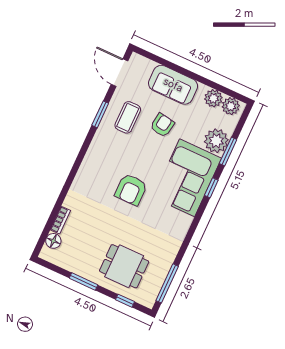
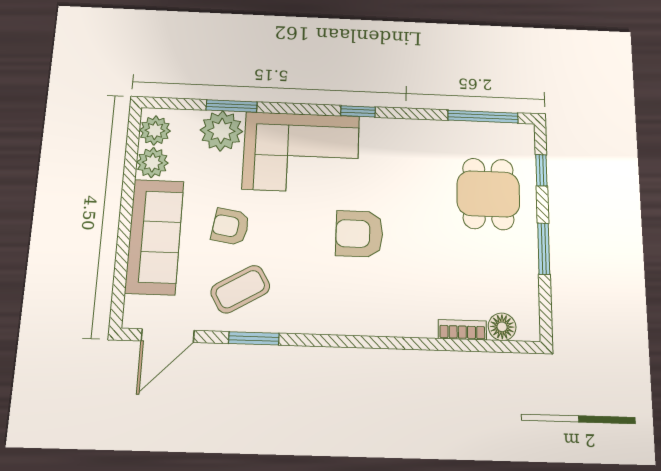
sofa: (173, 85) -> (154, 237), width x1.36
coffee table: (128, 117) -> (240, 289), turned -30
window: (211, 188) -> (358, 111), moved
armchair: (131, 190) -> (359, 234), turned 180

